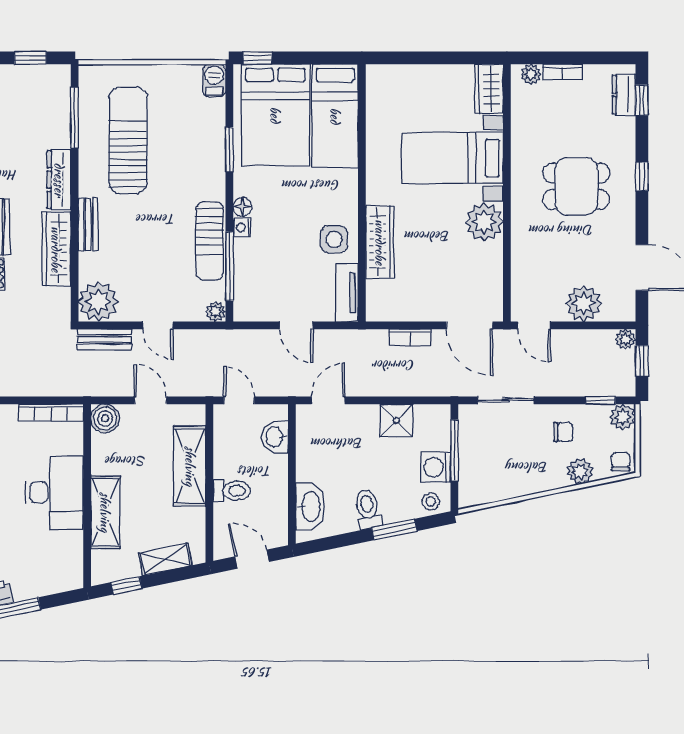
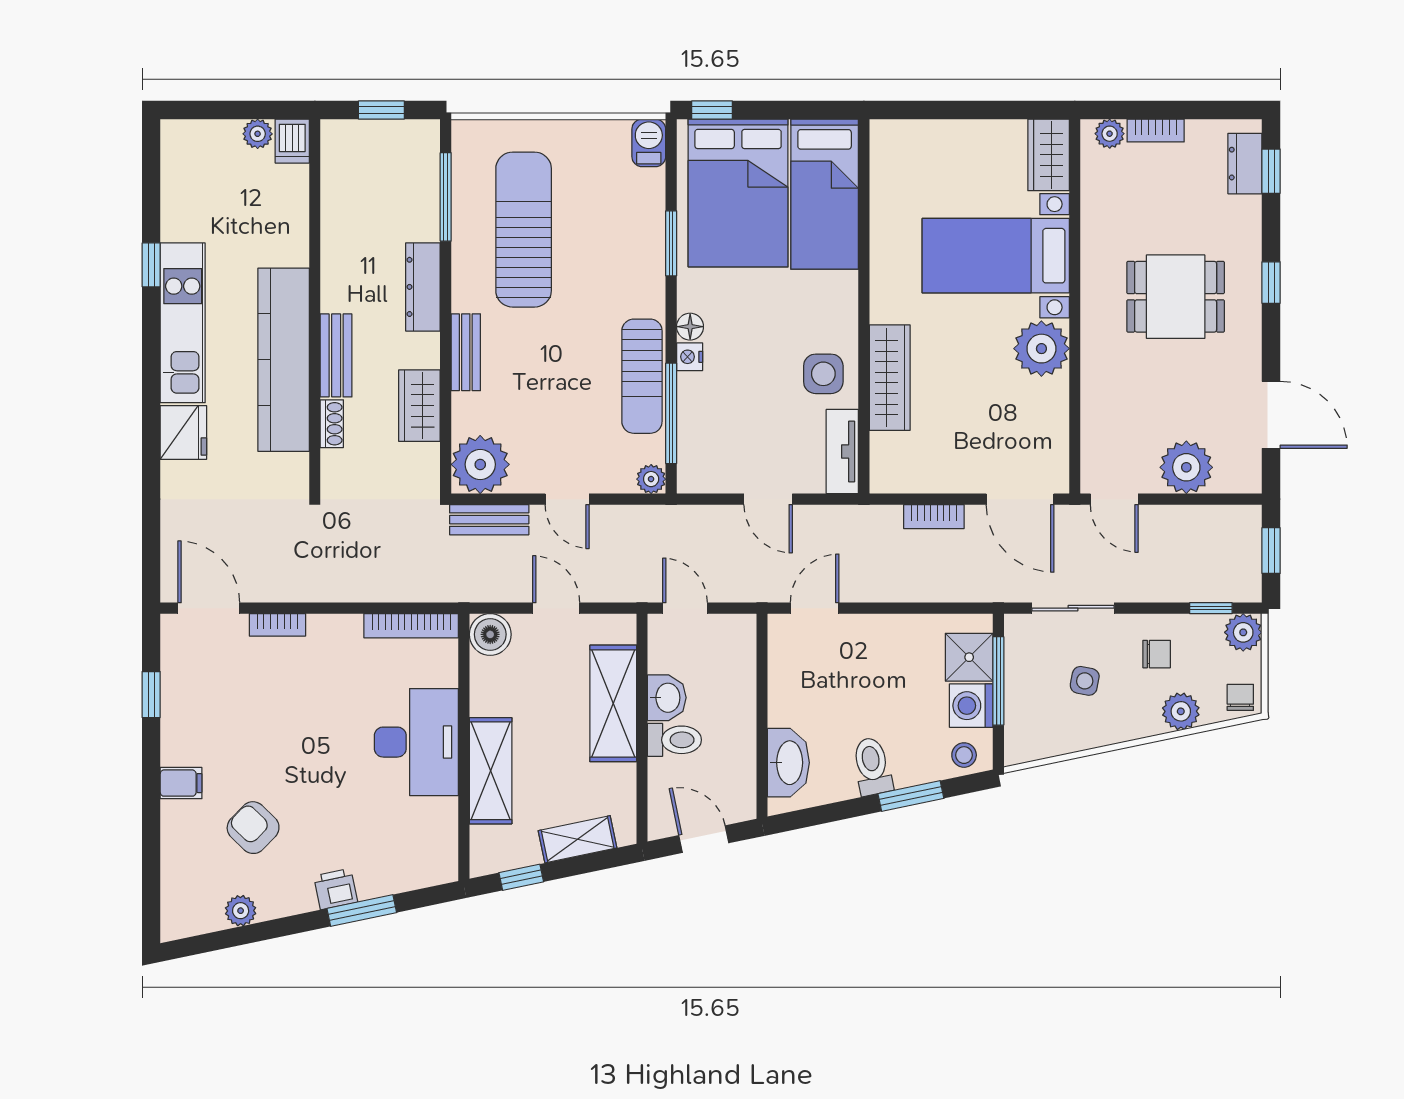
wardrobe: (56, 249) -> (419, 406), width x0.67
plant: (626, 339) -> (1247, 519), removed
shower: (396, 420) -> (969, 657), moved
washbasin: (275, 437) -> (667, 698), moved, turned 180
side table: (514, 450) -> (1085, 681), added

